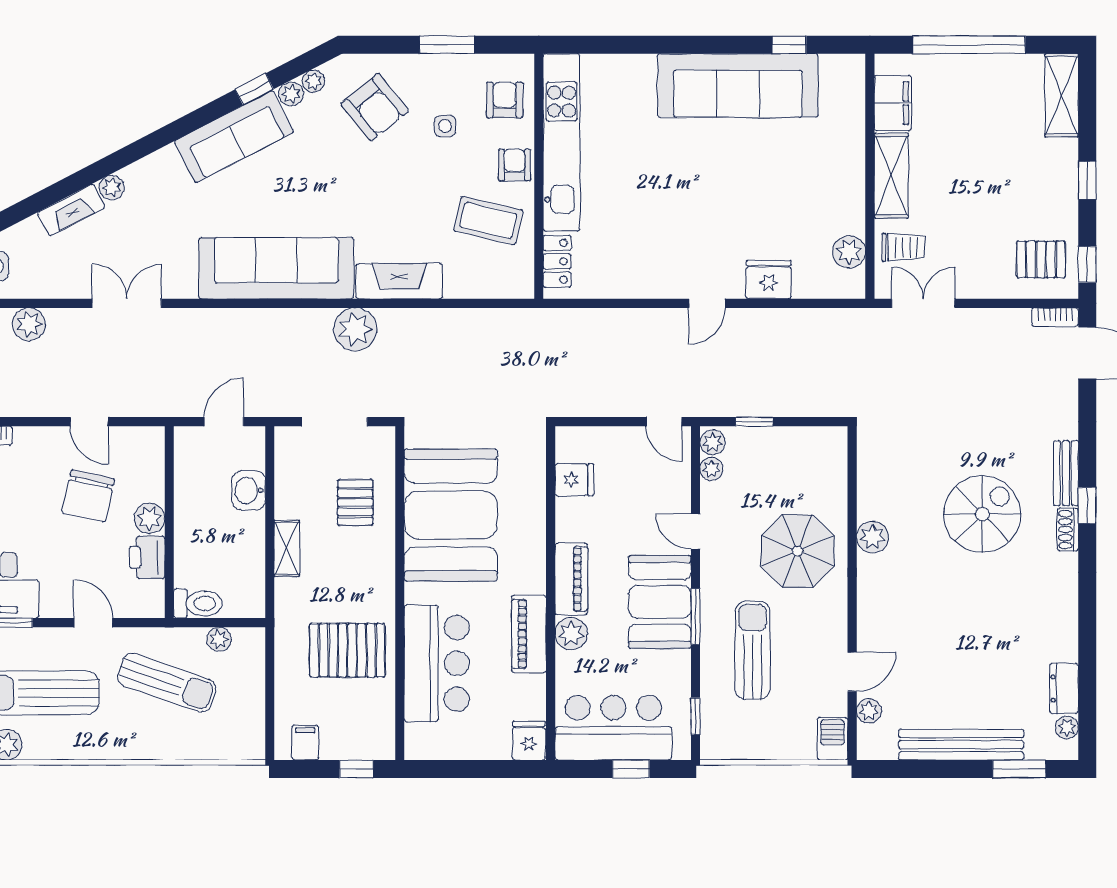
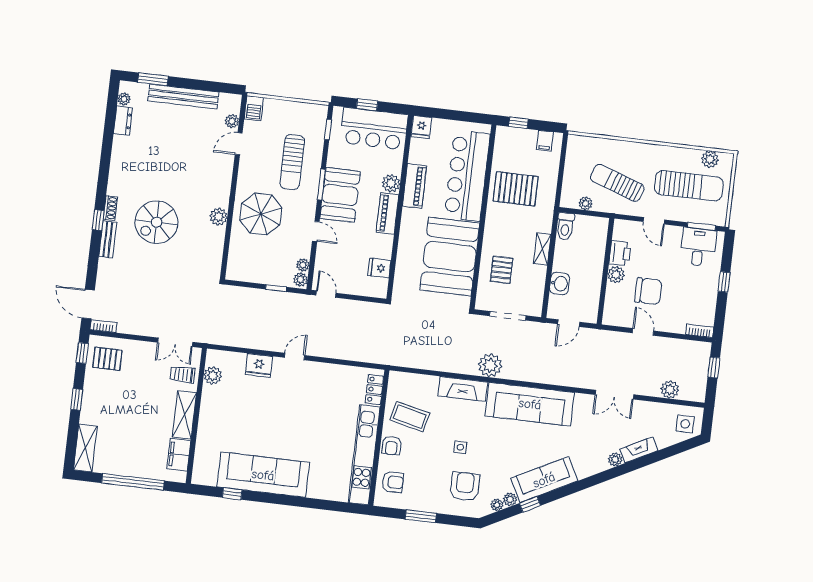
armchair: (505, 100) -> (393, 482), turned -90
armchair: (375, 107) -> (465, 486), turned 39
side table: (445, 126) -> (460, 447), moved
chair: (88, 496) -> (648, 291), turned 77
toilet: (198, 603) -> (565, 226), moved, turned -90
bar counter: (437, 663) -> (467, 176), width x1.36

